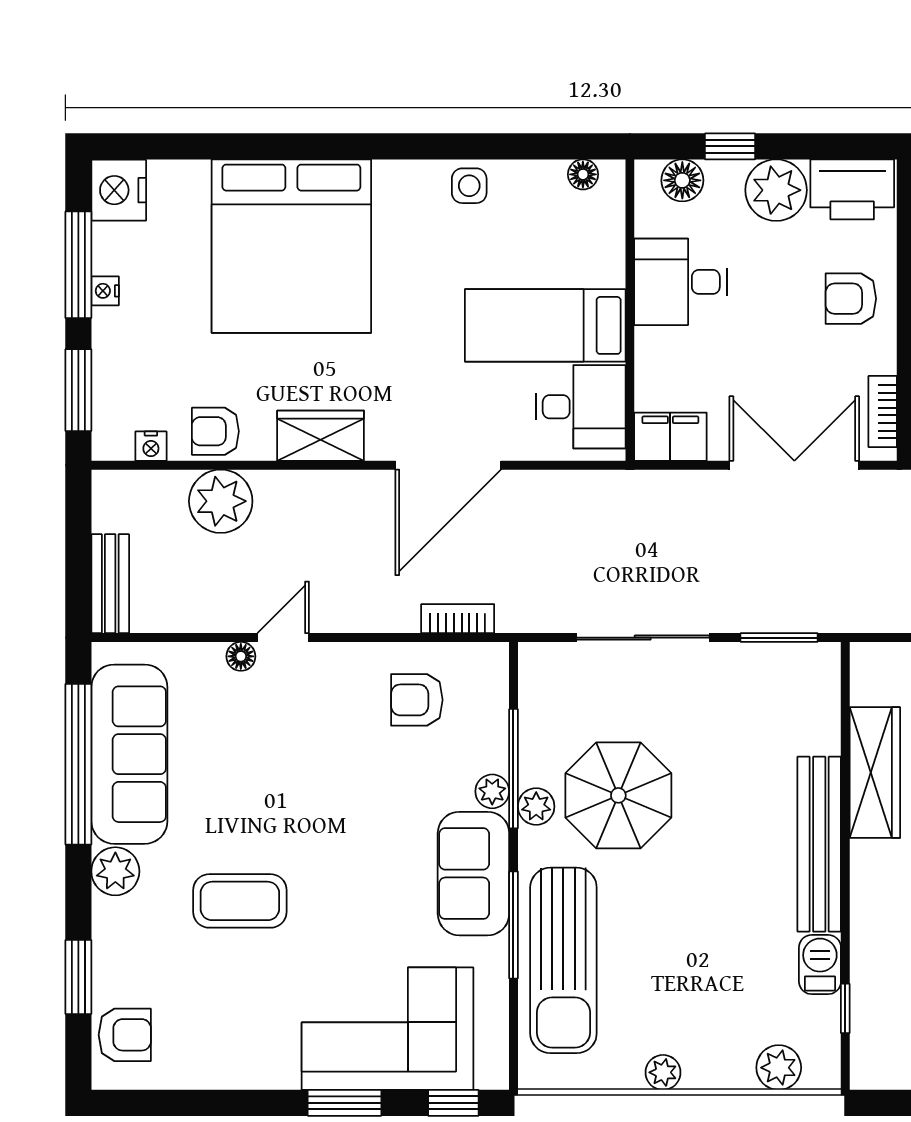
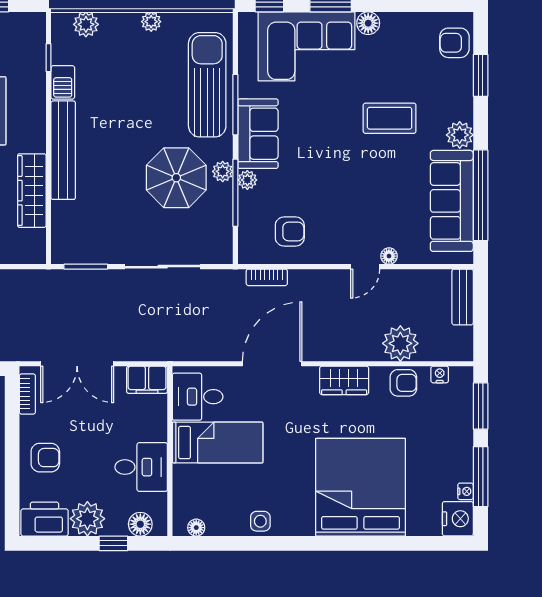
nightstand: (105, 291) -> (466, 491), moved
floor lamp: (278, 1070) -> (368, 23), added

